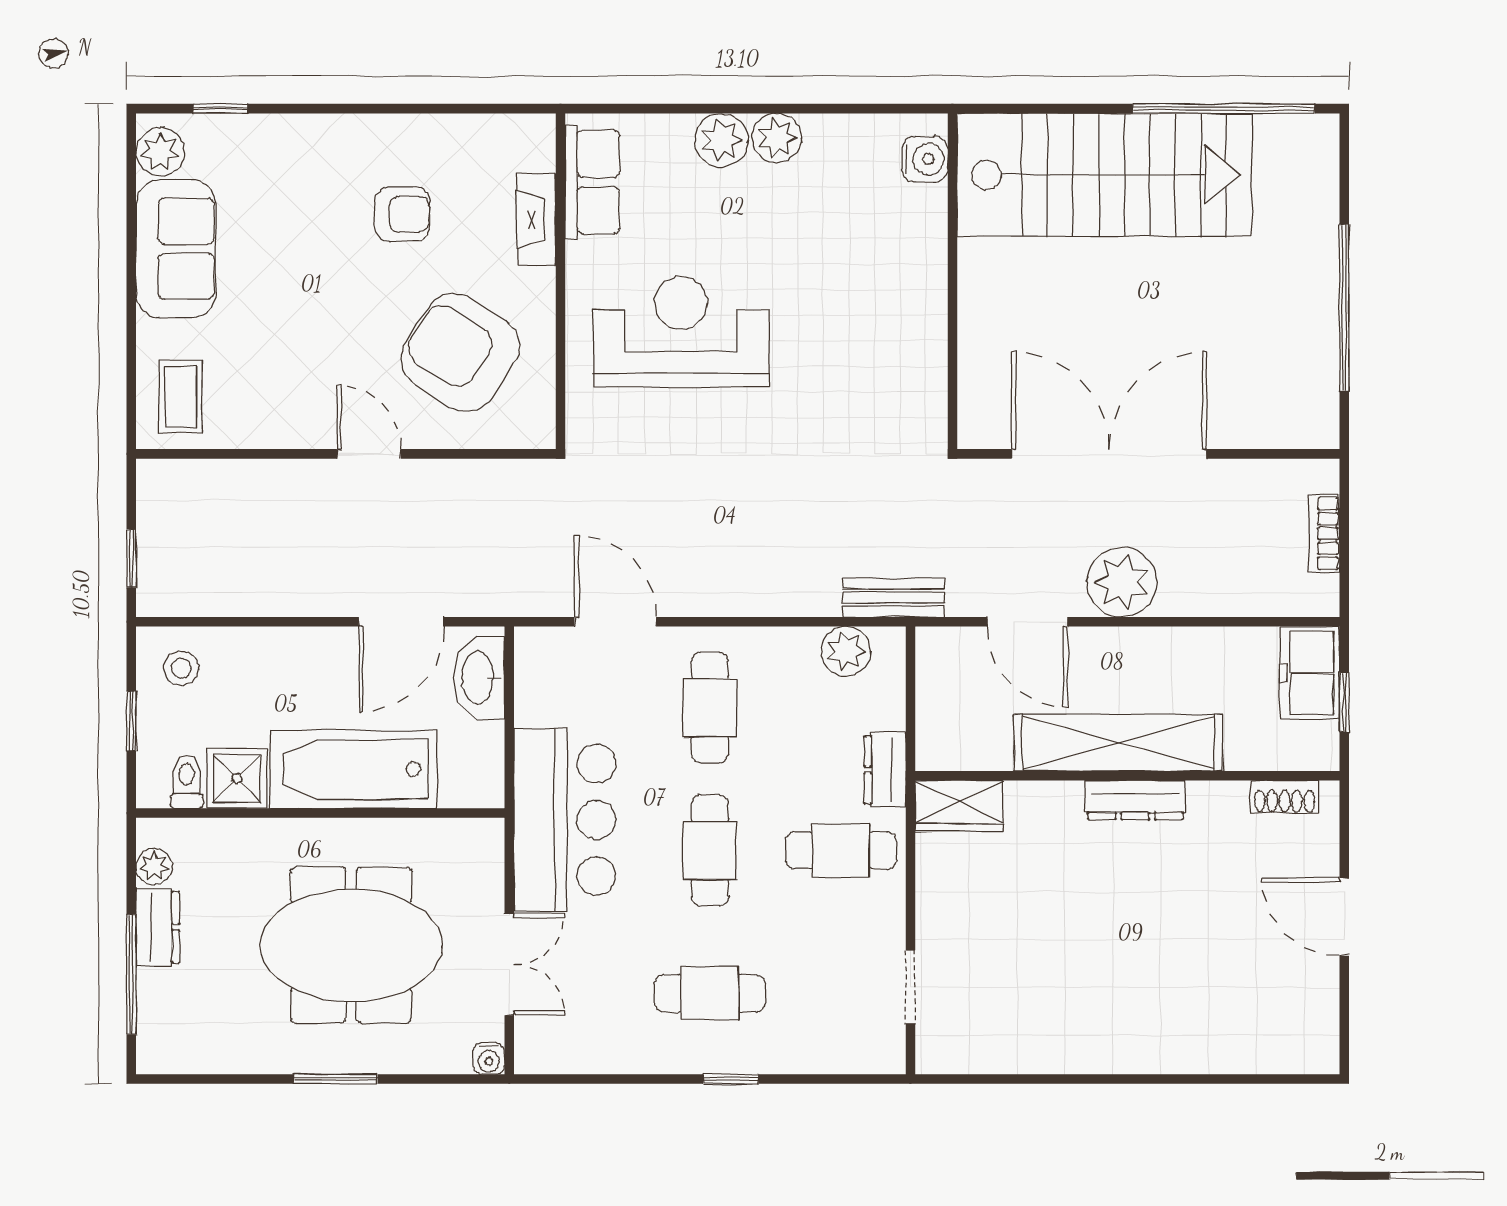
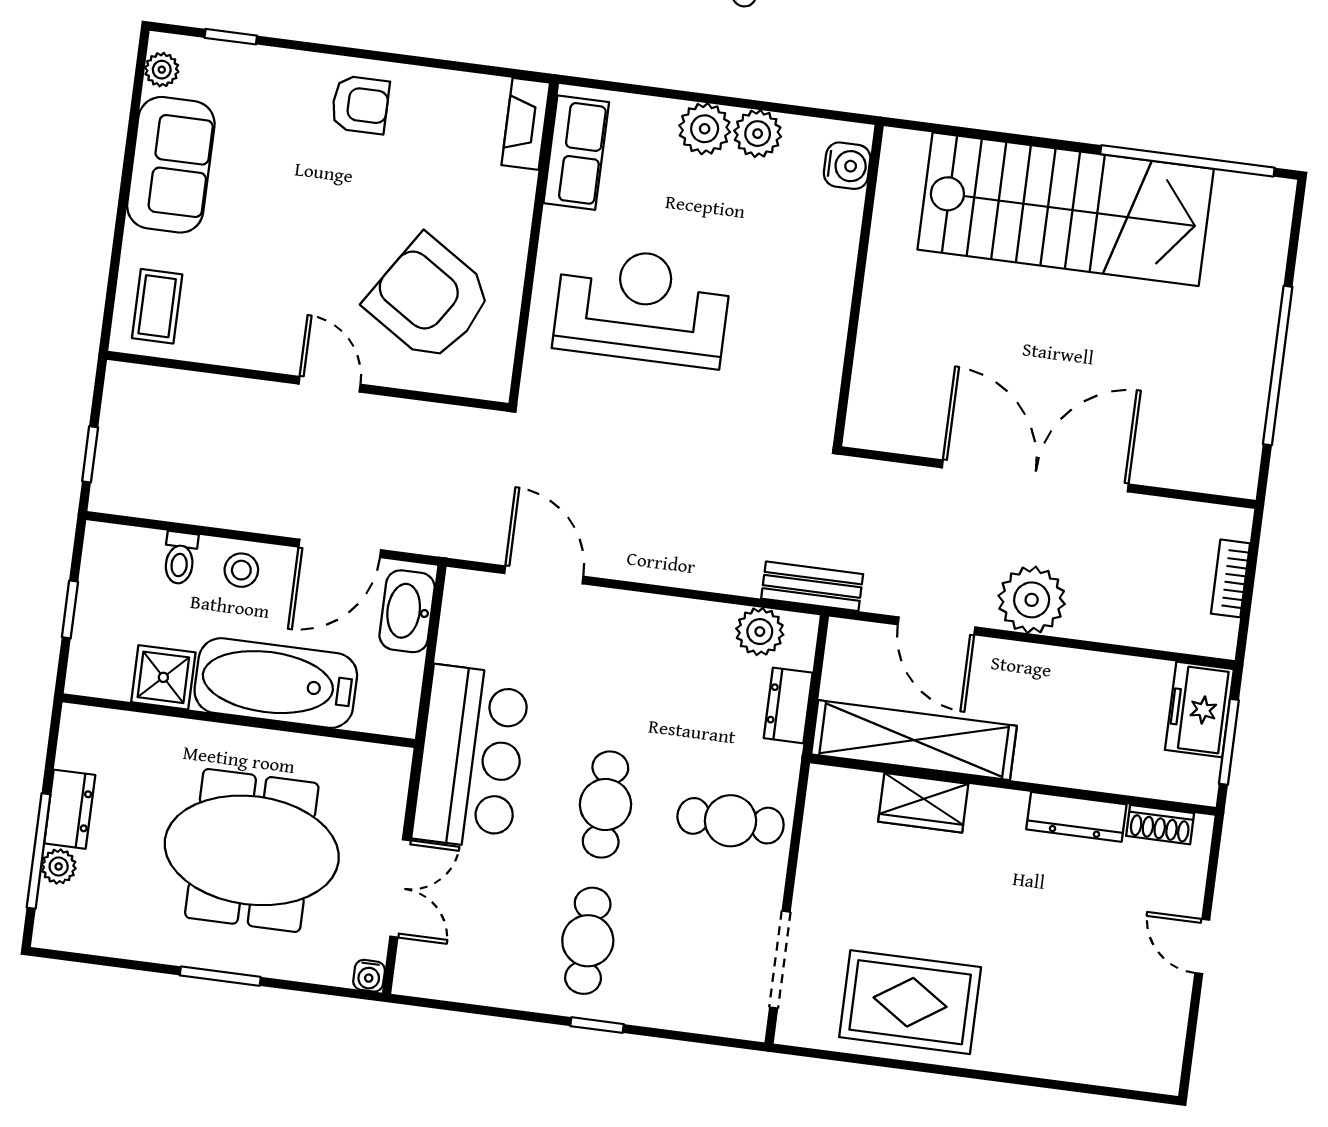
plant: (160, 152) -> (162, 70), width x0.73, depth x0.73
water cooler: (925, 159) -> (847, 166), moved
armchair: (402, 214) -> (360, 105), moved
fireplace: (536, 219) -> (526, 124), moved
wall: (952, 281) -> (858, 286), moved
stool: (181, 668) -> (241, 570), moved
window: (1344, 702) -> (1229, 742), width x1.50
cafe table: (710, 708) -> (623, 668), removed
shelving: (1118, 743) -> (914, 740), moved
dresser: (885, 770) -> (788, 705), moved
toilet: (187, 782) -> (180, 558), moved, turned 180
dresser: (1135, 800) -> (1076, 817), moved
wardrobe: (959, 806) -> (923, 803), moved
plant: (154, 866) -> (59, 866), moved
door: (1344, 917) -> (1202, 946), width x0.73
doorway: (910, 987) -> (780, 960), width x1.38
cafe table: (710, 993) -> (588, 941), turned 90
rug: (1050, 1013) -> (910, 1002), added

